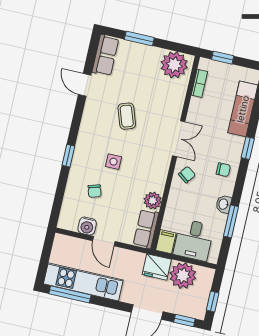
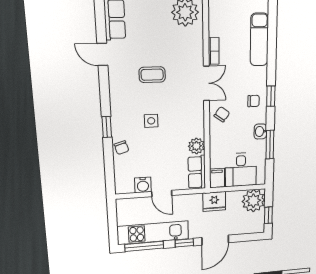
bookcase: (199, 83) -> (214, 51), moved
coffee table: (127, 116) -> (152, 75), turned -71
window: (248, 148) -> (271, 96), moved
chair: (95, 191) -> (121, 148), moved
plant: (183, 276) -> (253, 201), moved
window: (184, 321) -> (184, 243), moved

